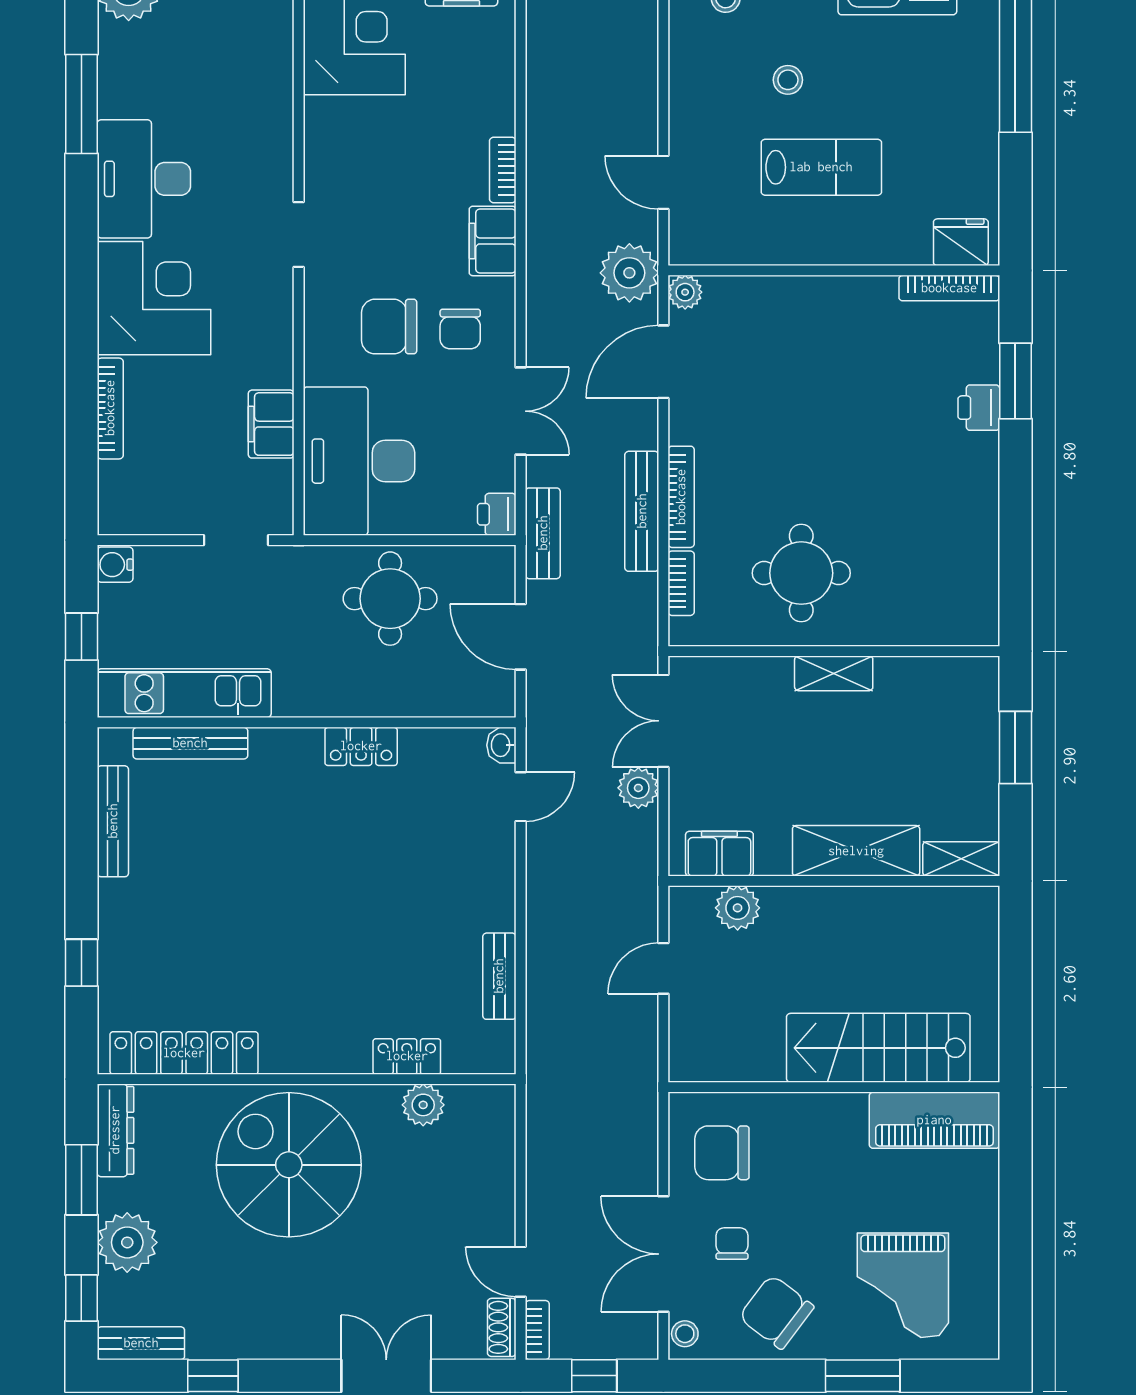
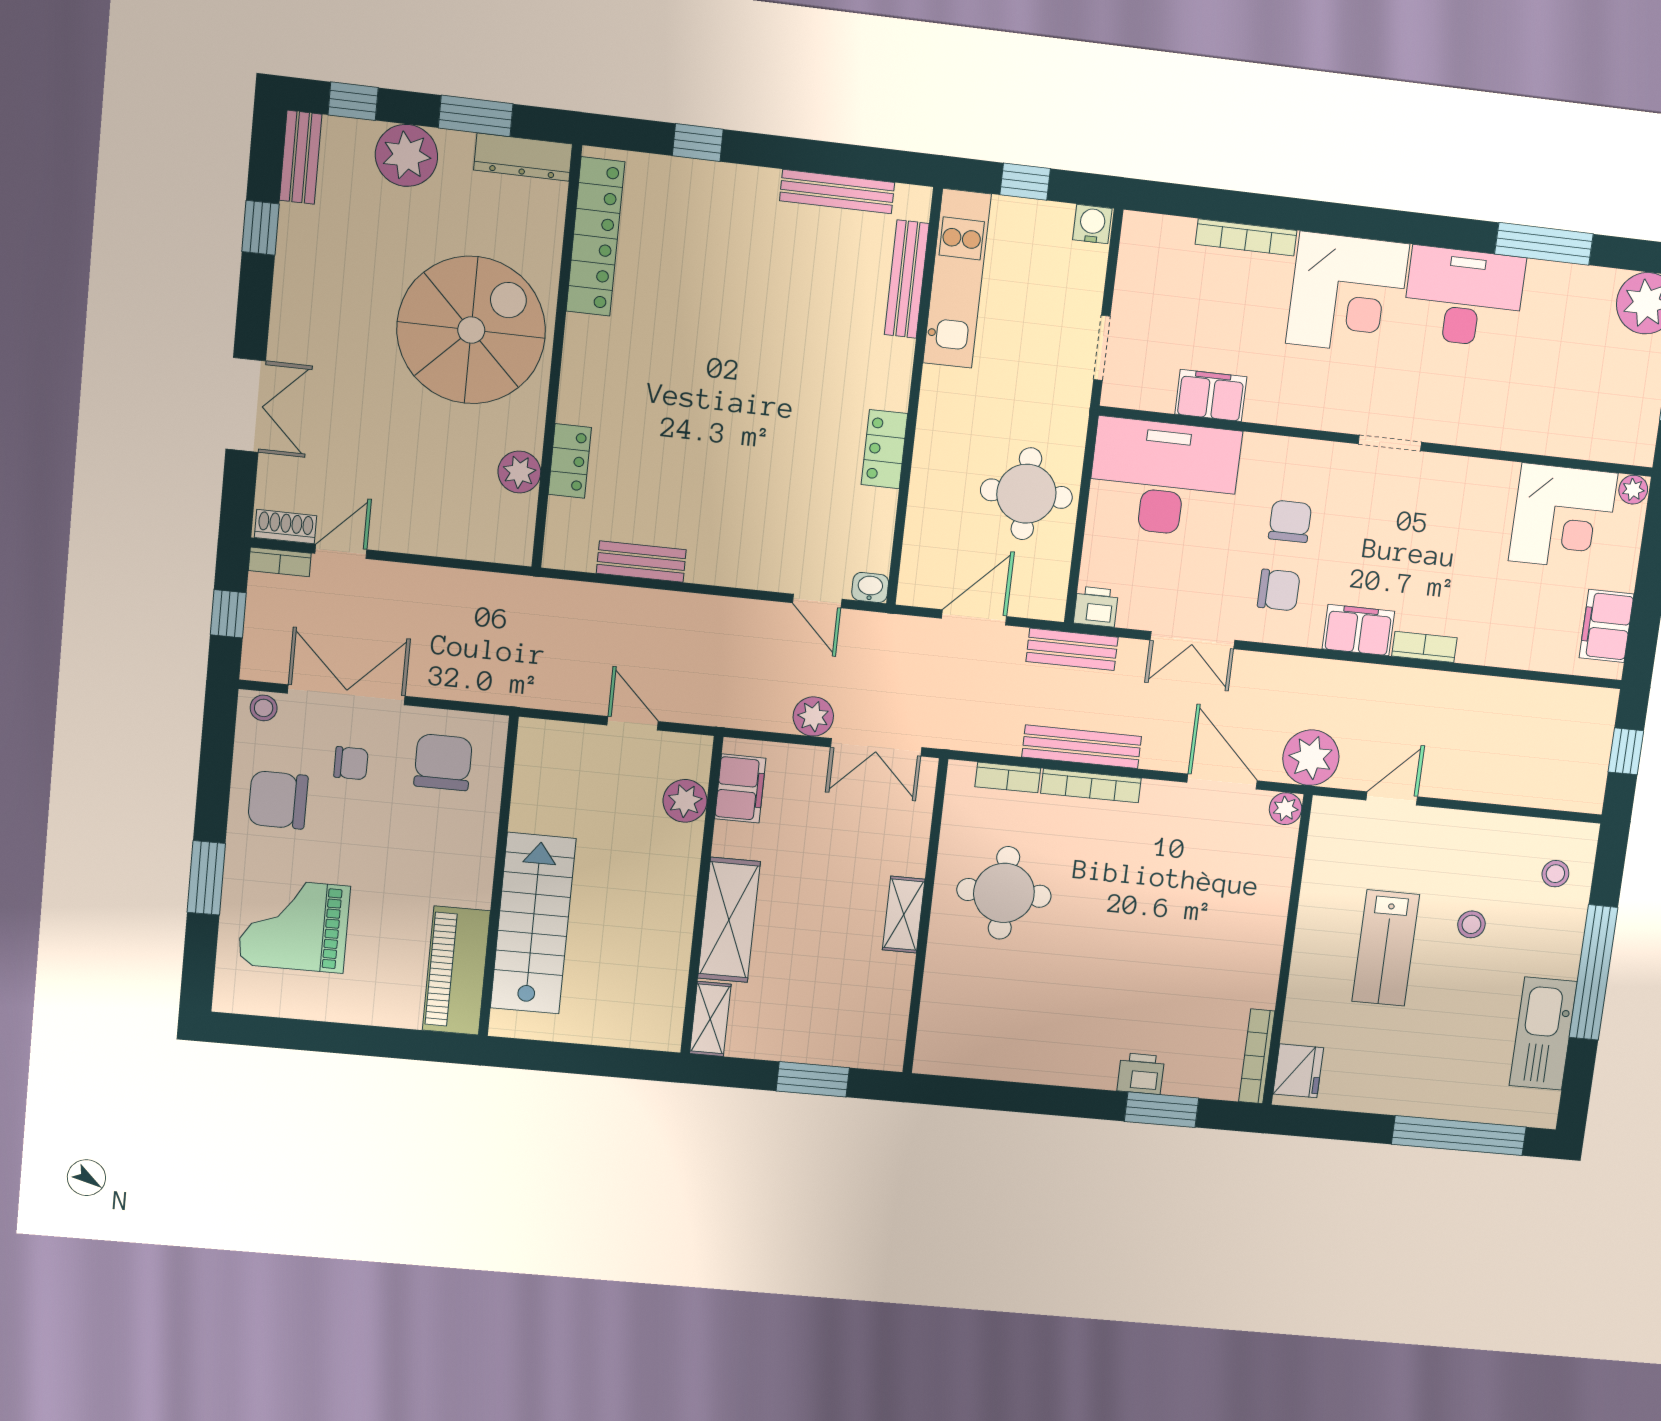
chair: (389, 327) -> (1290, 521), width x0.73, depth x0.73
chair: (460, 329) -> (1279, 590), turned 180
double door: (663, 721) -> (876, 747), swing flipped
chair: (776, 1312) -> (278, 800), turned -127

